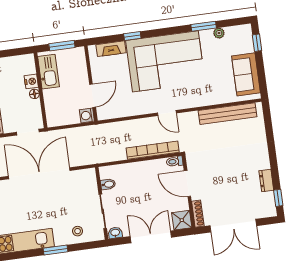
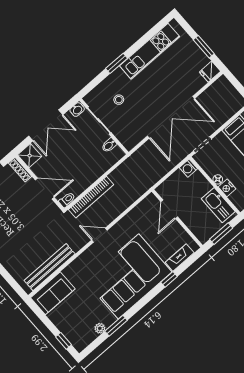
sofa: (246, 74) -> (53, 293), moved, turned 90
washing machine: (87, 115) -> (188, 168), moved, turned 180
stool: (78, 231) -> (119, 100), moved

